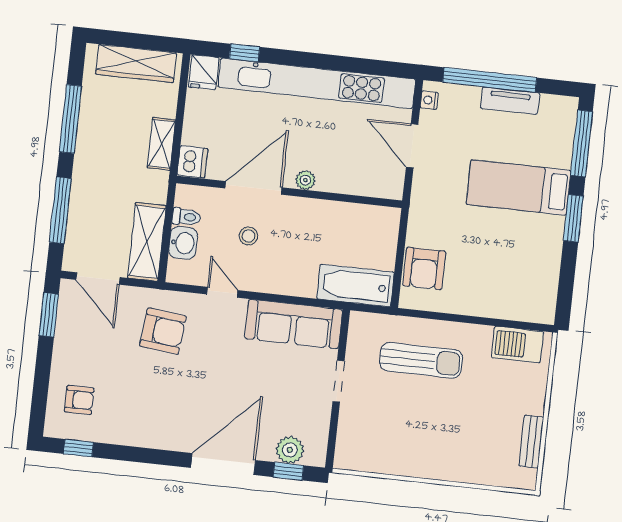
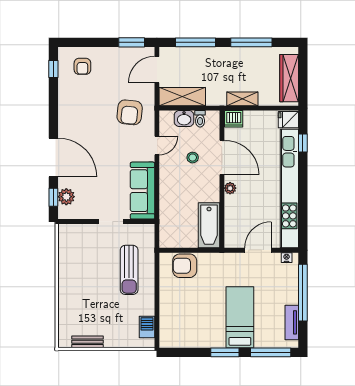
tv unit: (510, 101) -> (292, 322), moved
bathtub: (355, 285) -> (209, 225), moved, turned 180
barbecue: (517, 345) -> (147, 327), width x0.73, depth x0.79

